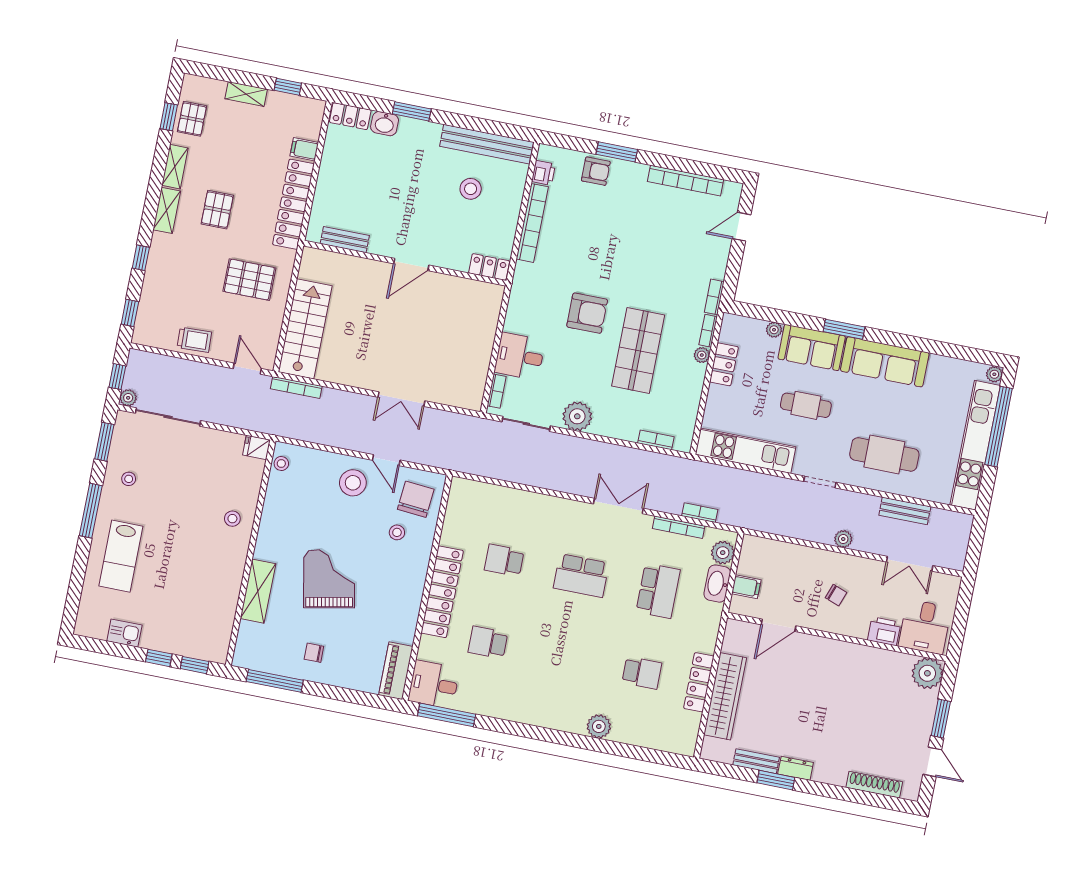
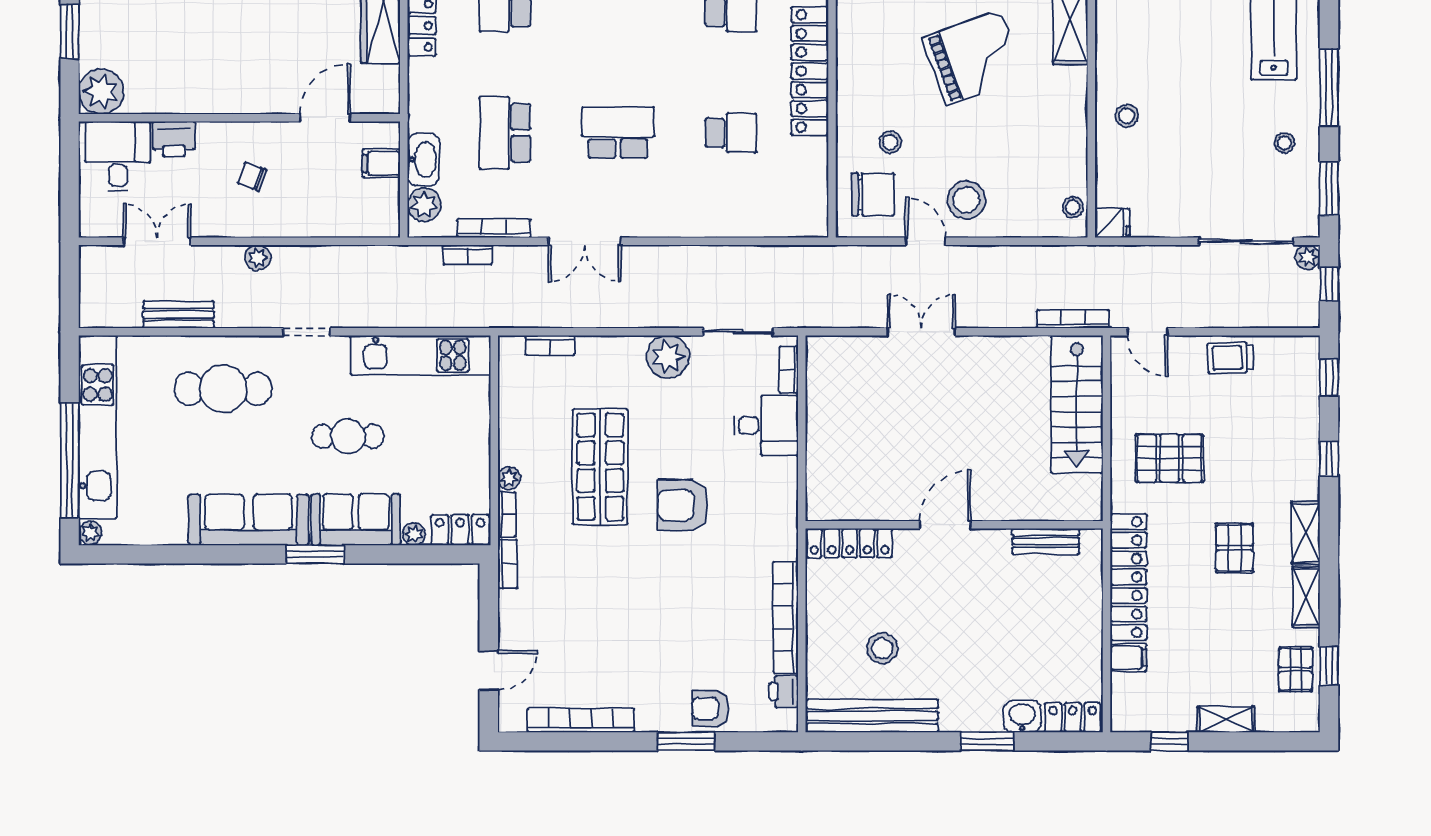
locker: (489, 267) -> (850, 543), width x1.53
locker: (724, 364) -> (460, 530), moved, turned 90
chair: (416, 499) -> (873, 194), turned -95
grand piano: (329, 579) -> (973, 58), turned -99

